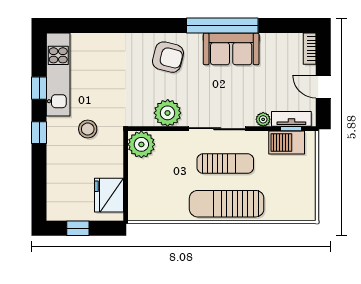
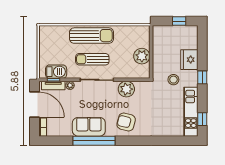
door: (323, 87) -> (35, 105), width x1.87
window: (39, 88) -> (202, 119), moved
plant: (141, 144) -> (142, 56), moved
fridge: (109, 195) -> (189, 60), moved, turned 180

